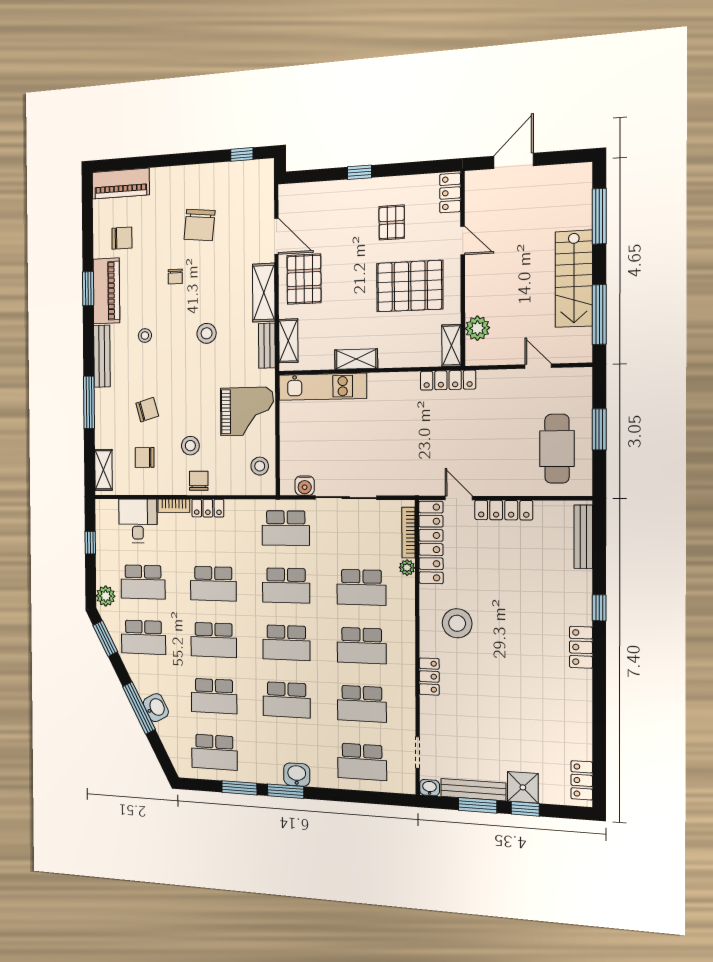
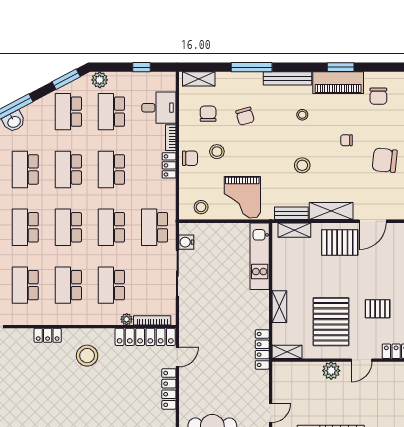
plant: (477, 328) -> (331, 371), moved
shelving: (356, 359) -> (279, 307), moved

